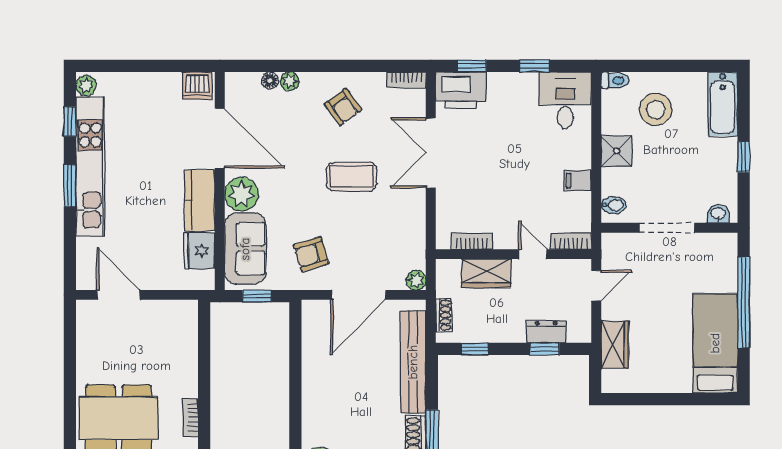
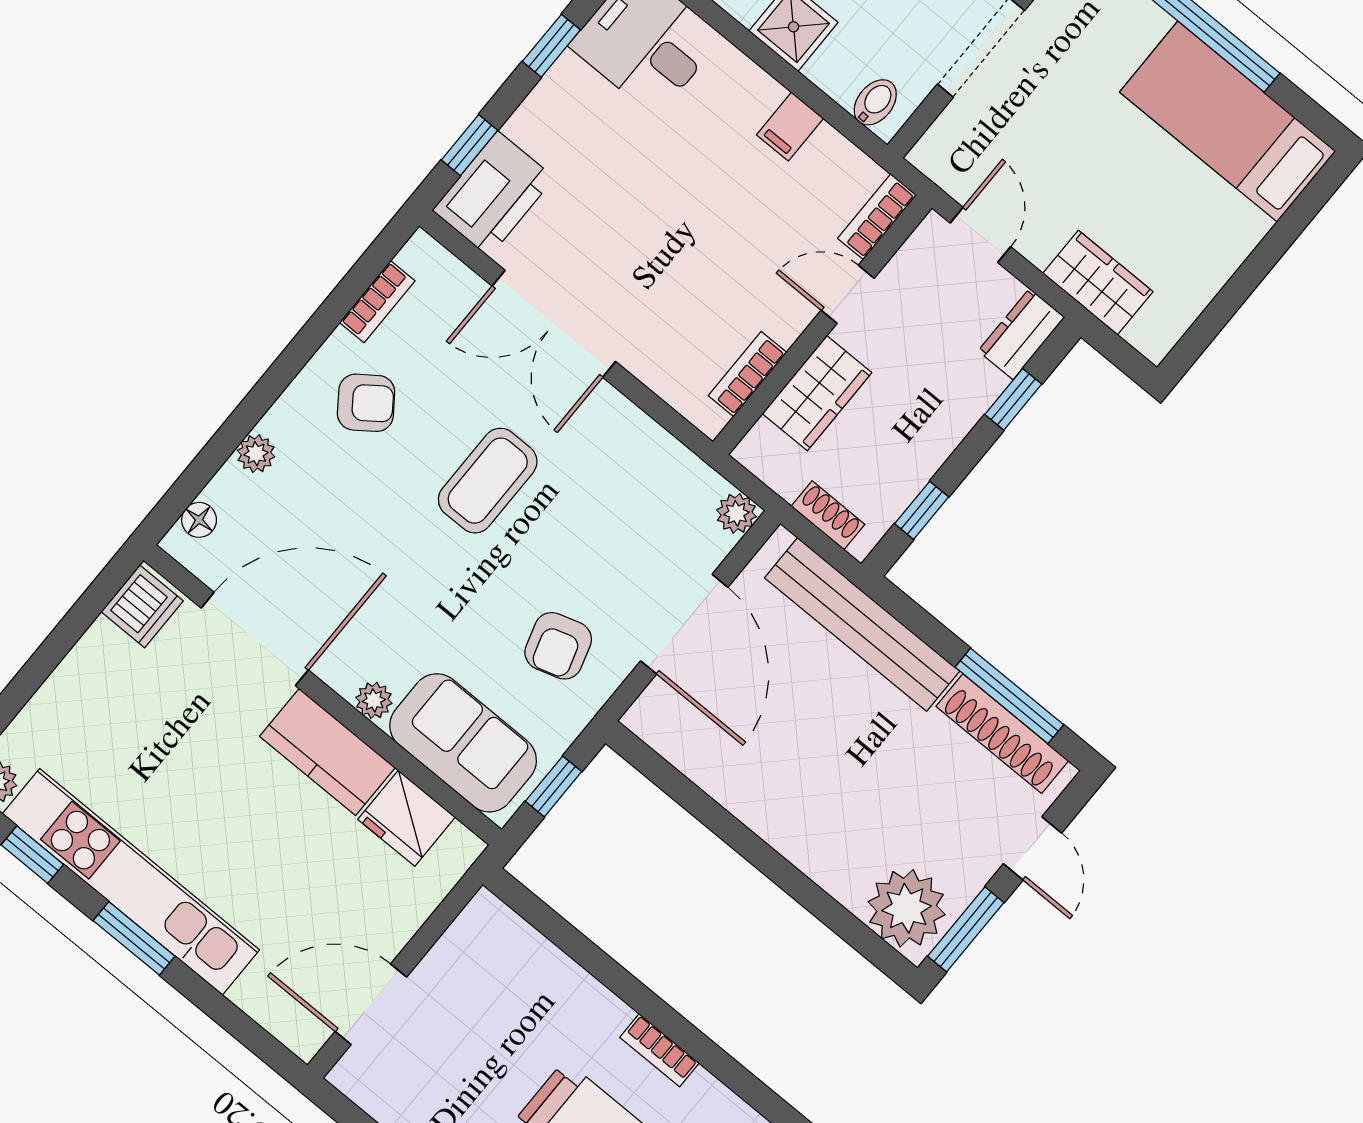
floor lamp: (270, 80) -> (199, 520), moved
bookcase: (406, 80) -> (377, 302), moved
plant: (241, 194) -> (374, 700), width x0.53, depth x0.53
dresser: (546, 332) -> (1021, 334), moved

